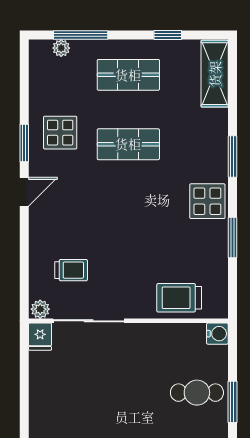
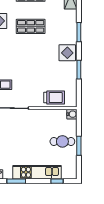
trolley: (179, 298) -> (54, 98), turned 180

